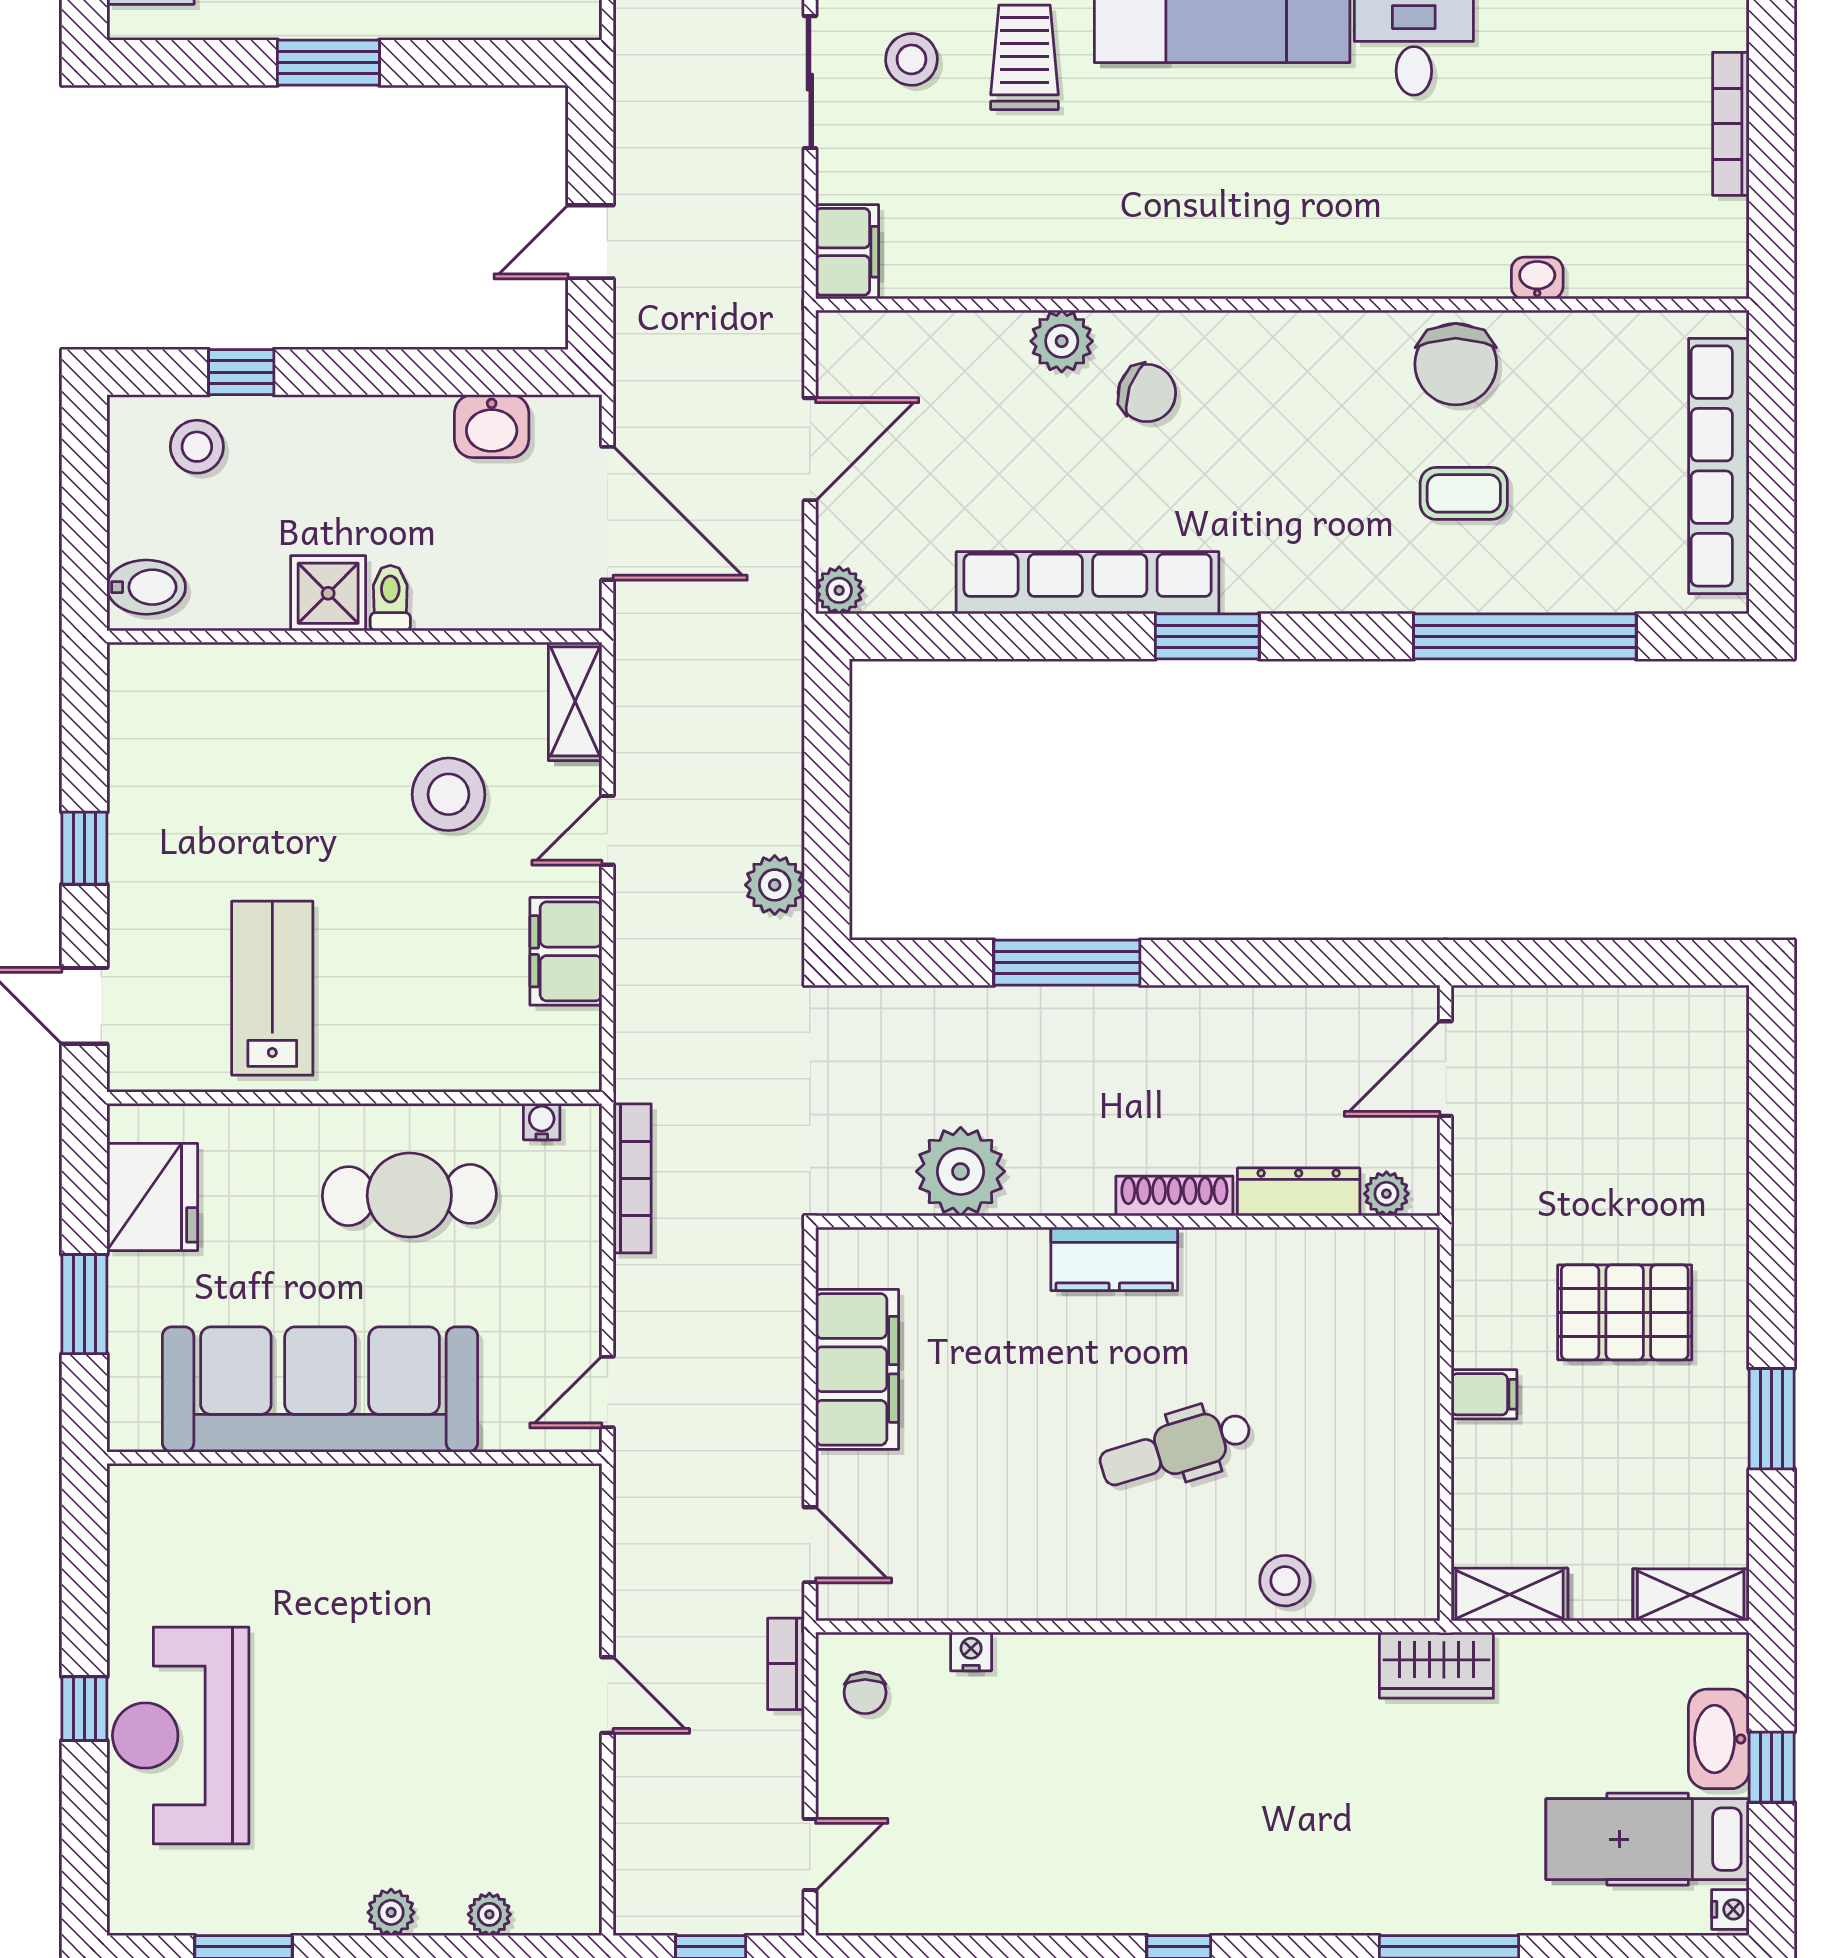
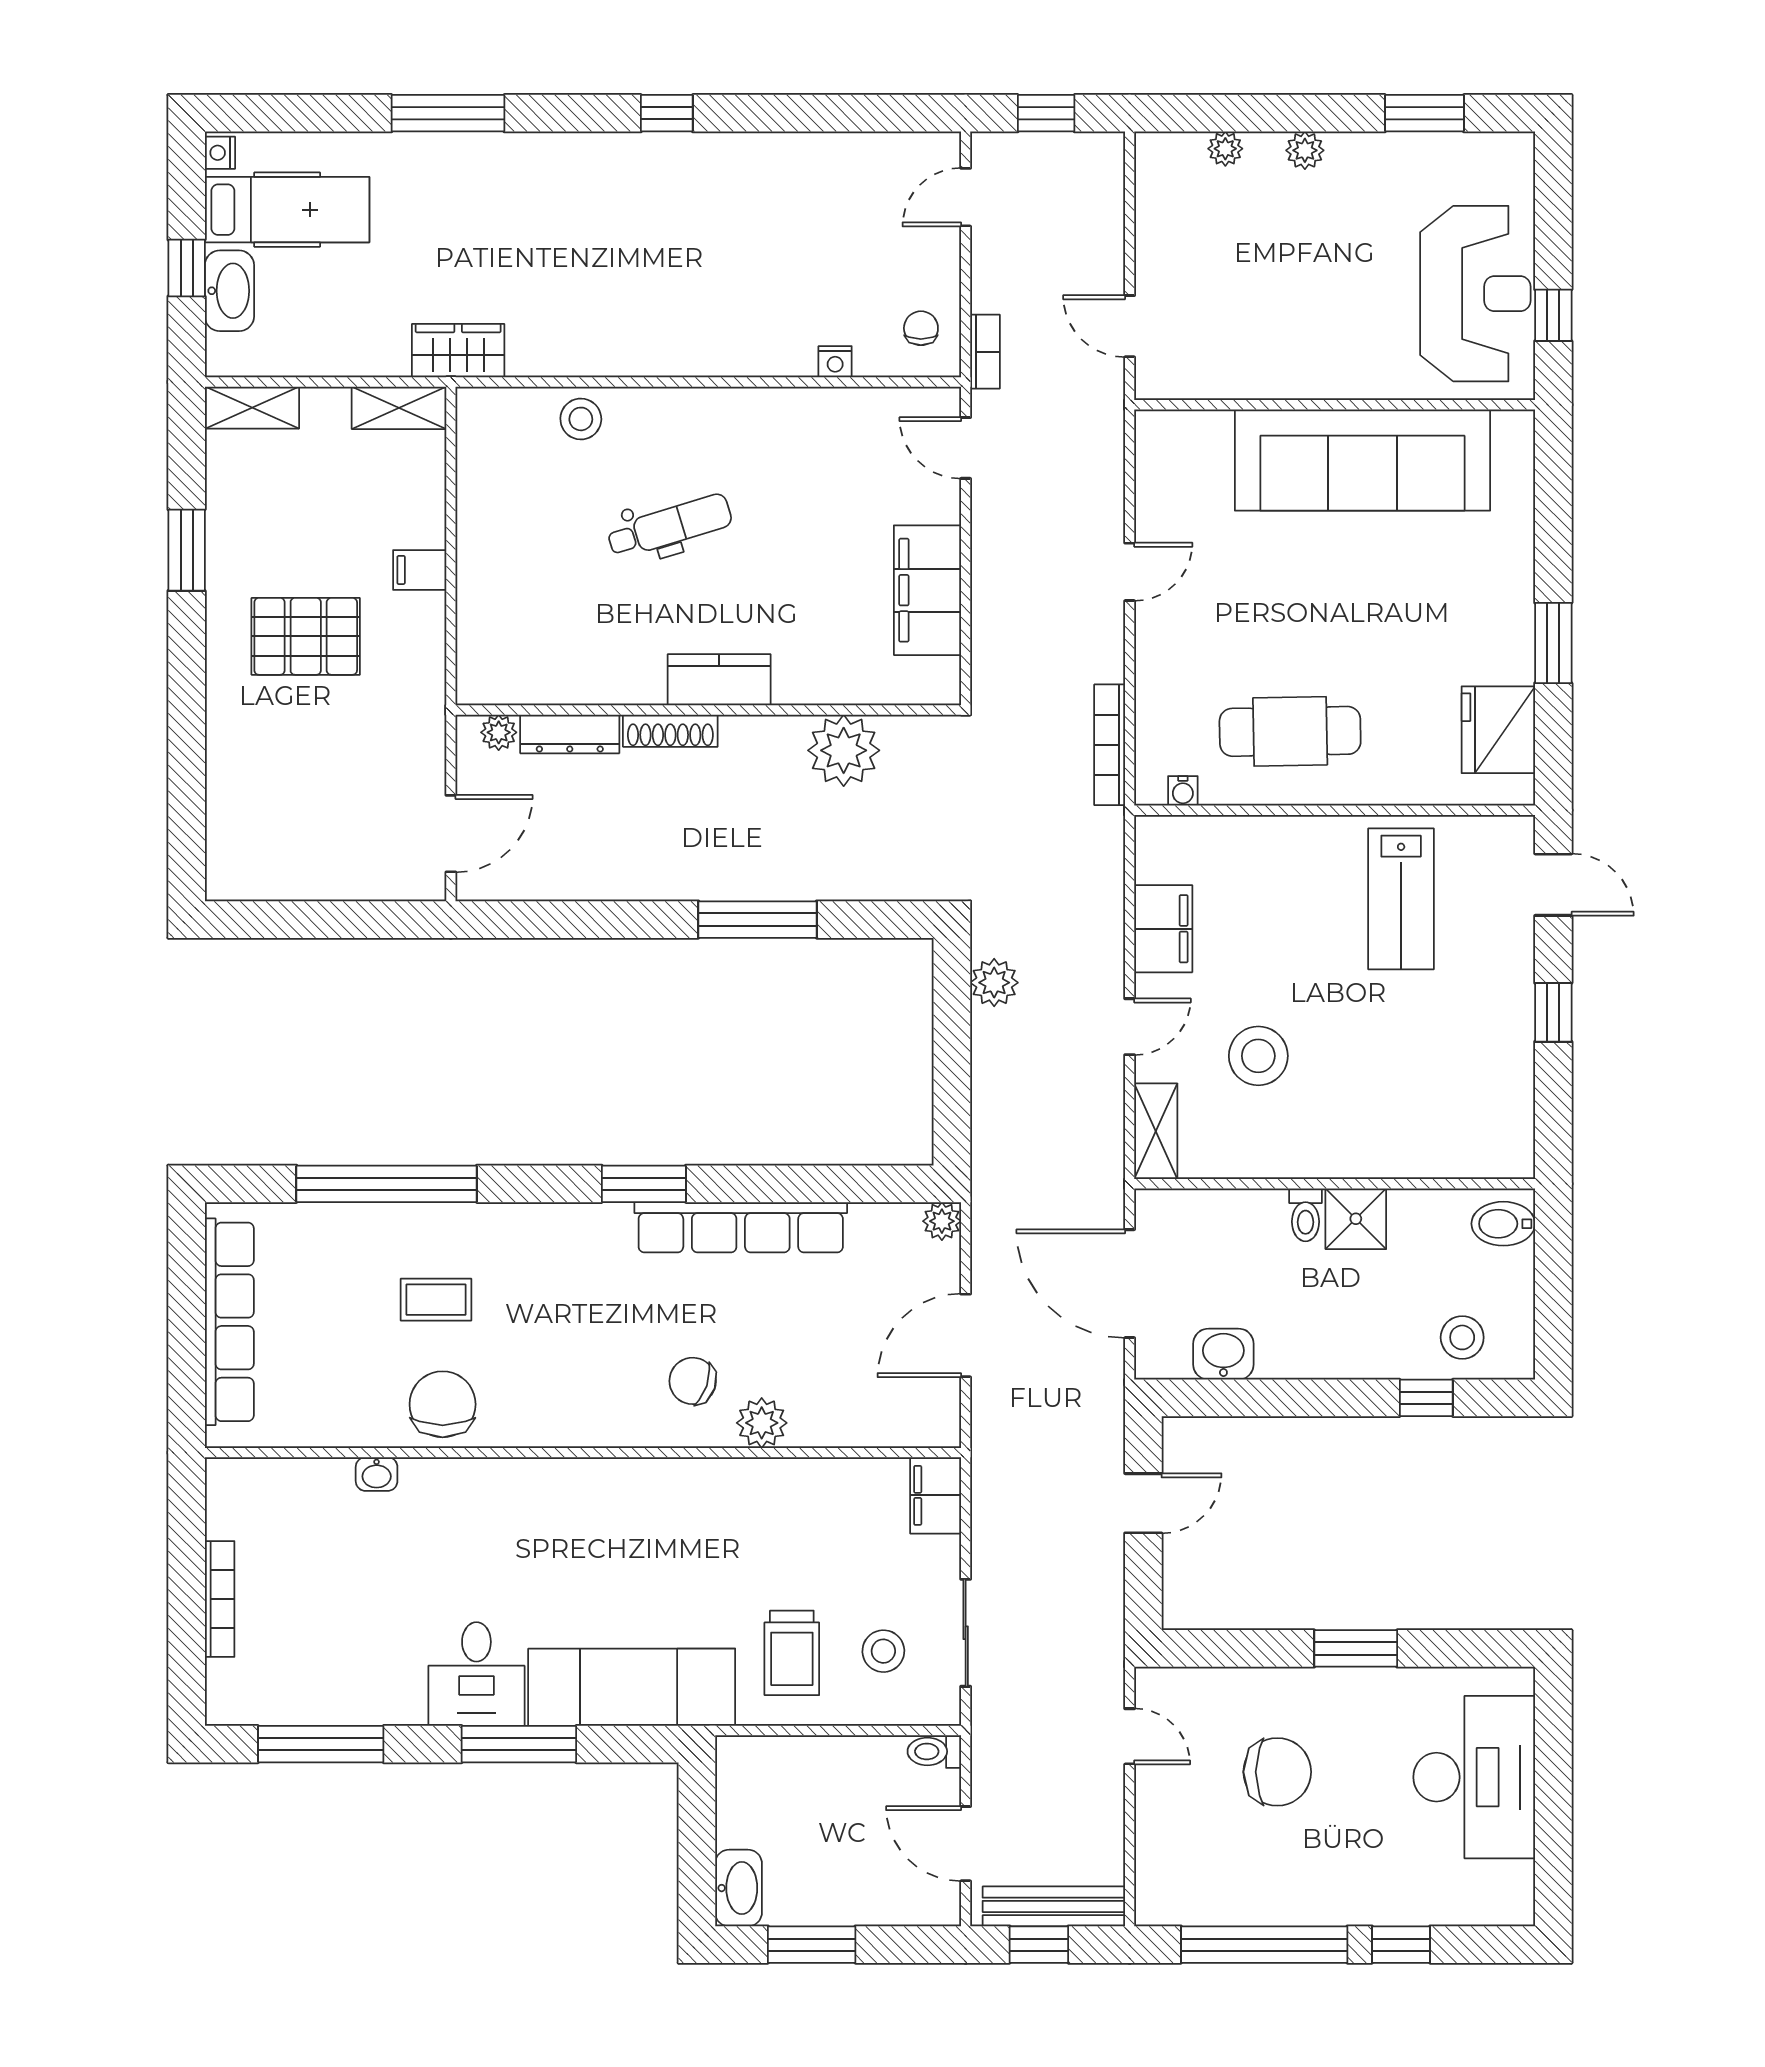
sofa: (320, 1389) -> (1362, 460), moved
wall: (354, 1458) -> (1335, 405), moved

